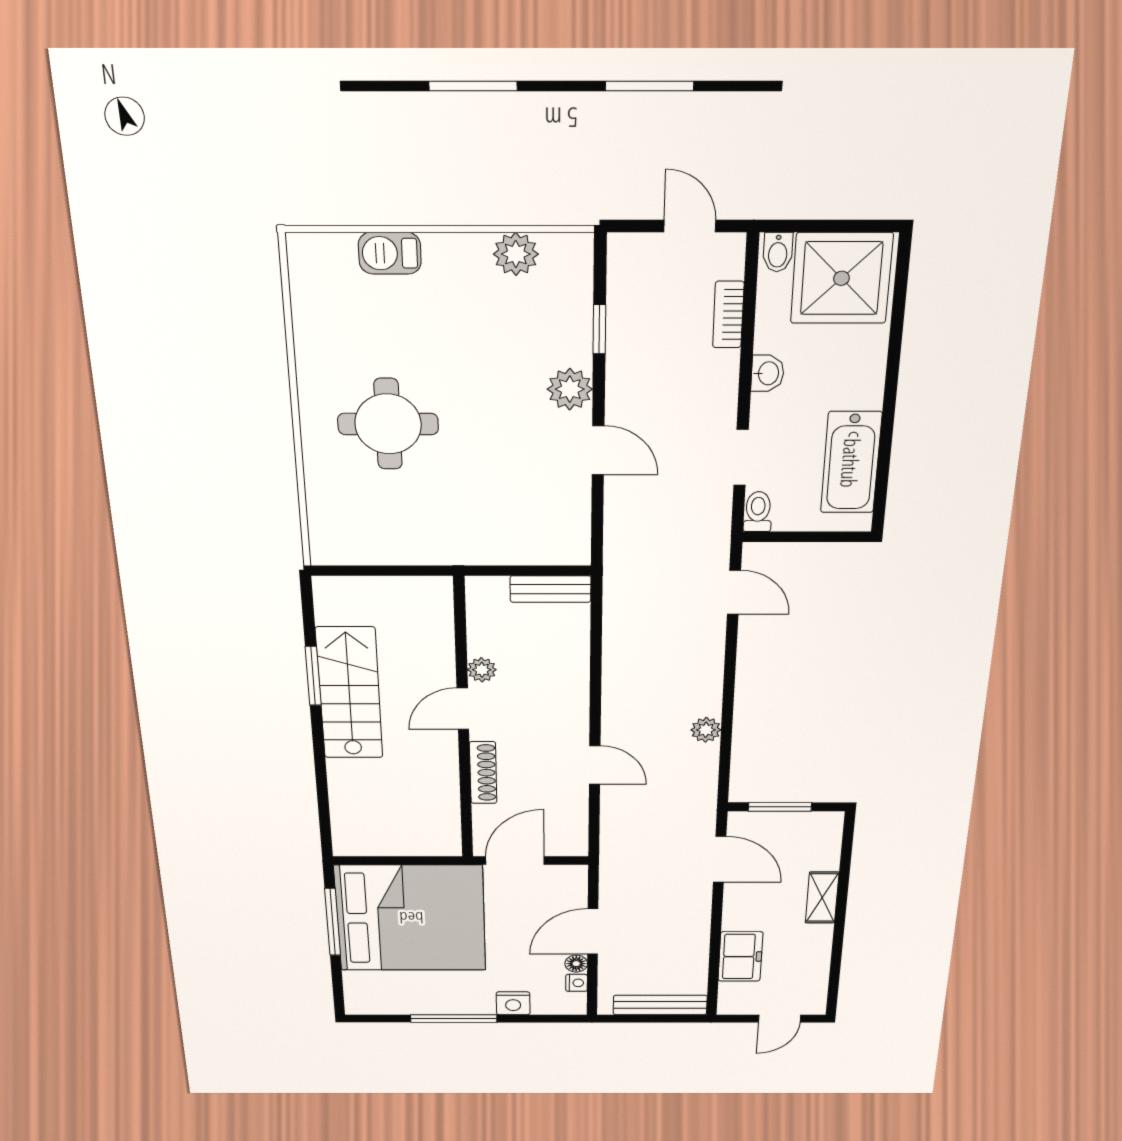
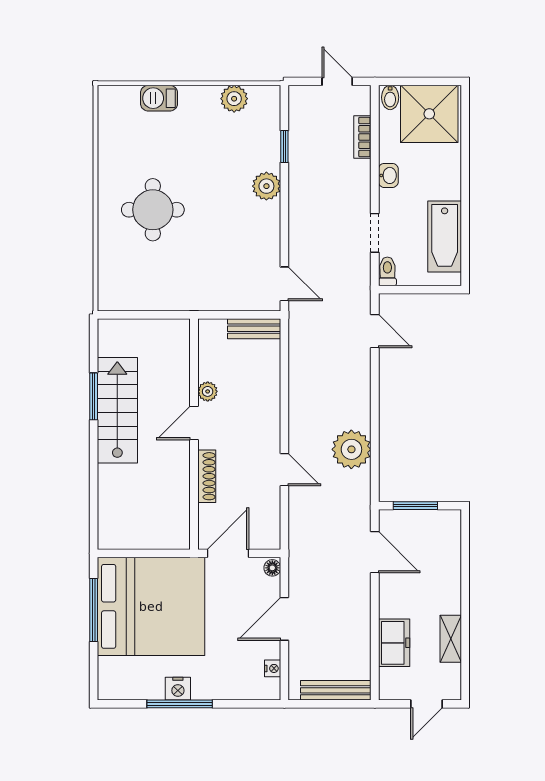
door: (598, 450) -> (284, 284), moved
plant: (706, 730) -> (351, 449), width x1.87, depth x1.87
shelving: (822, 898) -> (451, 639), moved
floor lamp: (576, 964) -> (272, 568), moved
nightstand: (513, 1003) -> (178, 689), moved

